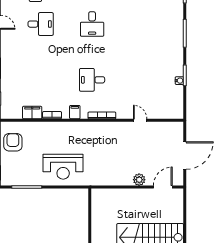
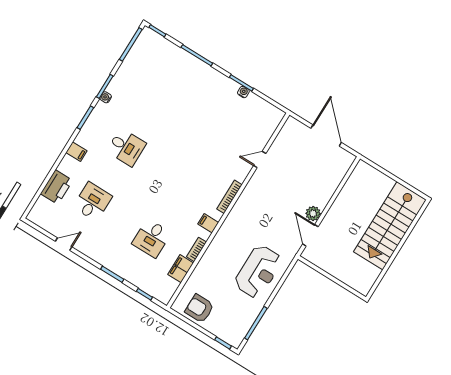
desk: (92, 80) -> (152, 238), moved
plant: (139, 180) -> (313, 213), moved
door: (163, 187) -> (310, 235), moved

